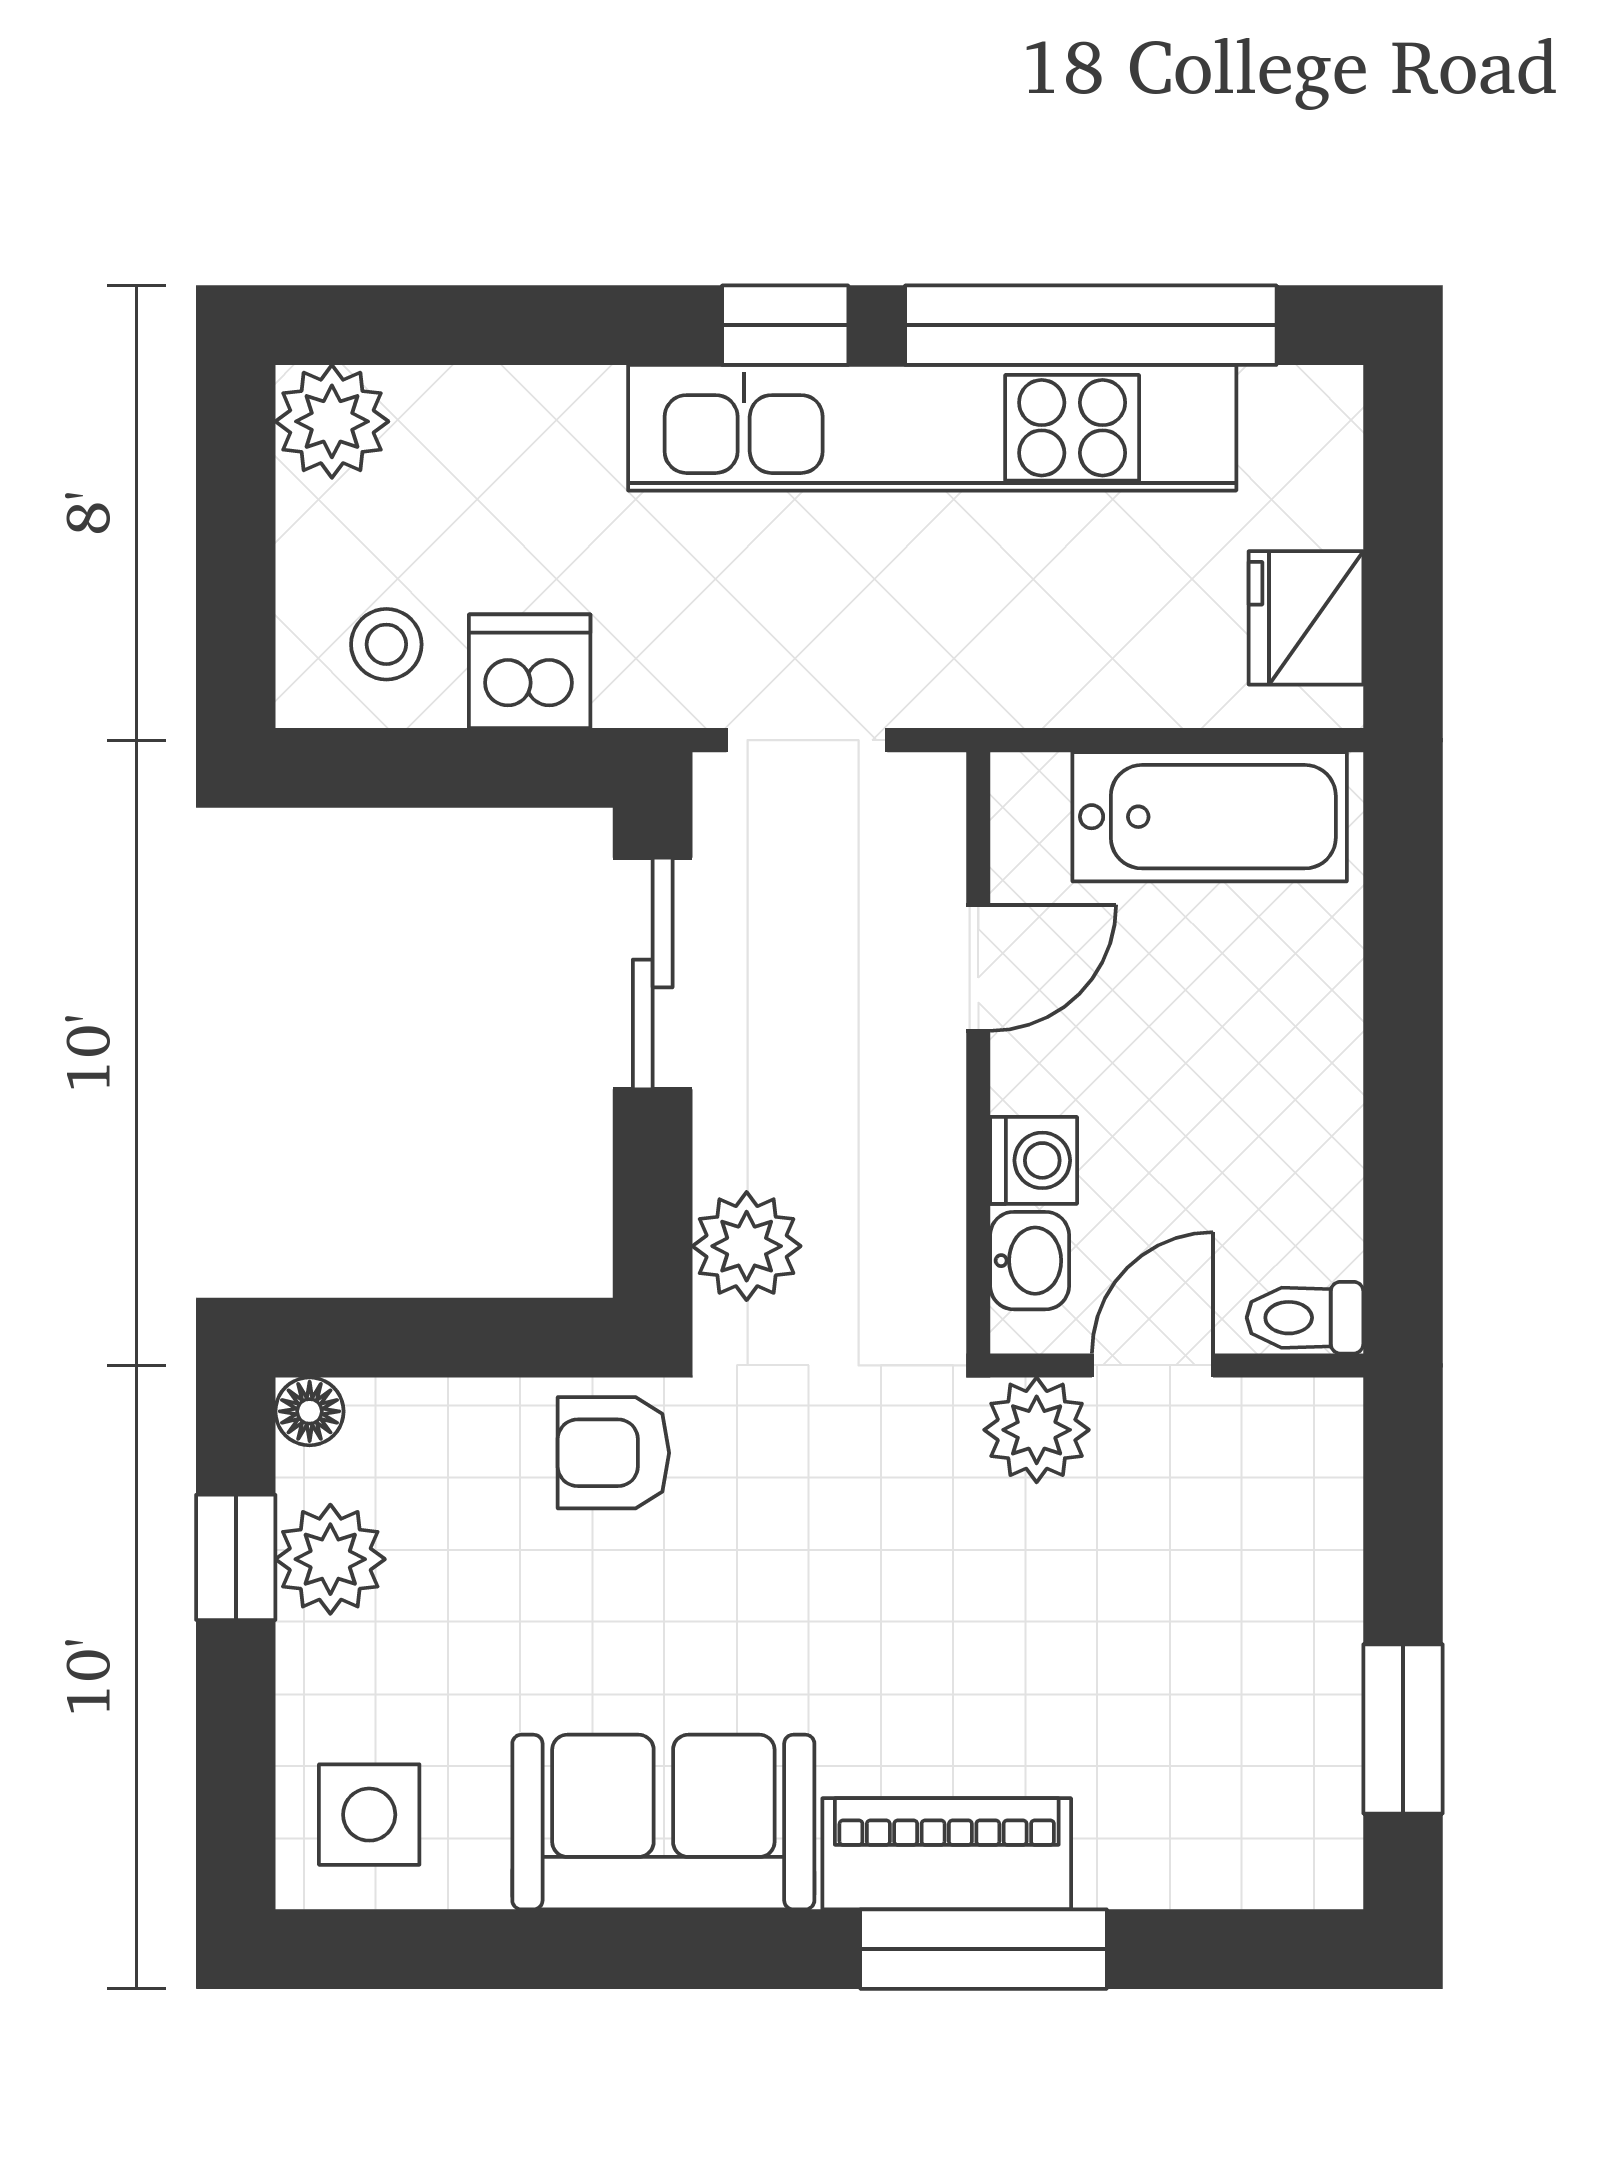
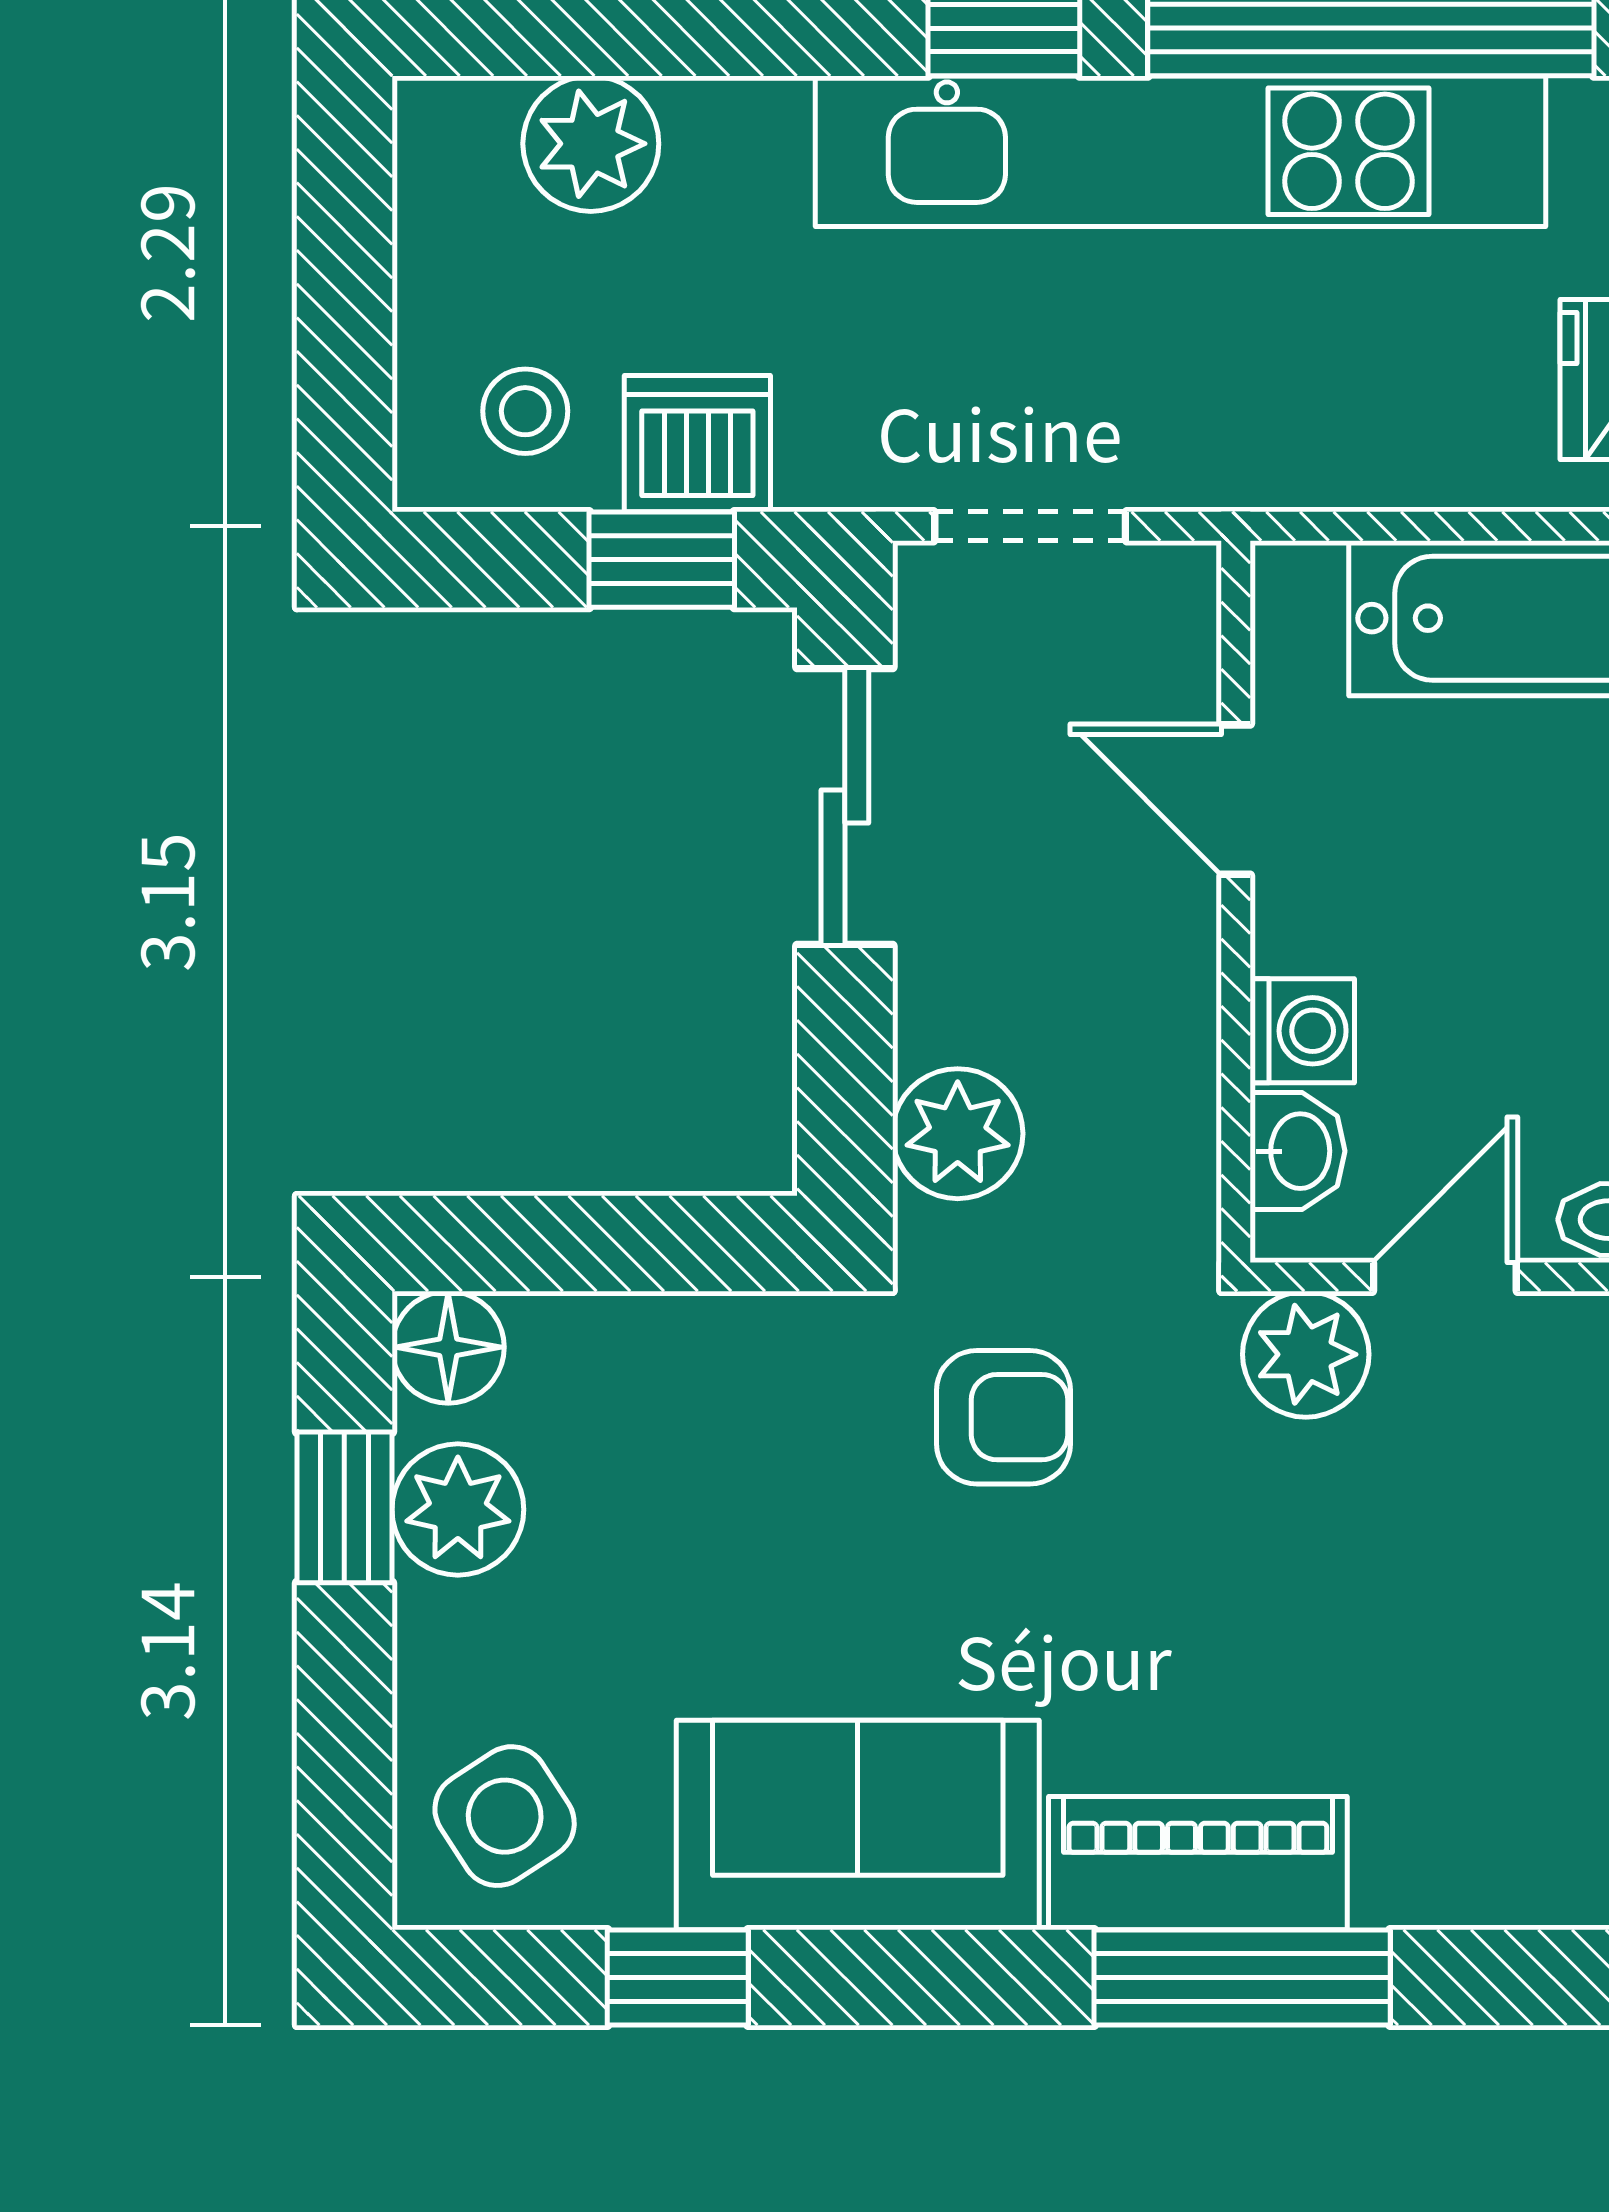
plant: (332, 421) -> (591, 144), moved
window: (500, 768) -> (662, 560), added
door: (978, 968) -> (1236, 800), swing flipped
floor lamp: (310, 1411) -> (448, 1347), width x1.37, depth x1.37
armchair: (613, 1453) -> (1003, 1417), moved, turned 180
side table: (369, 1815) -> (505, 1816), turned -33
window: (513, 1949) -> (678, 1978), added

